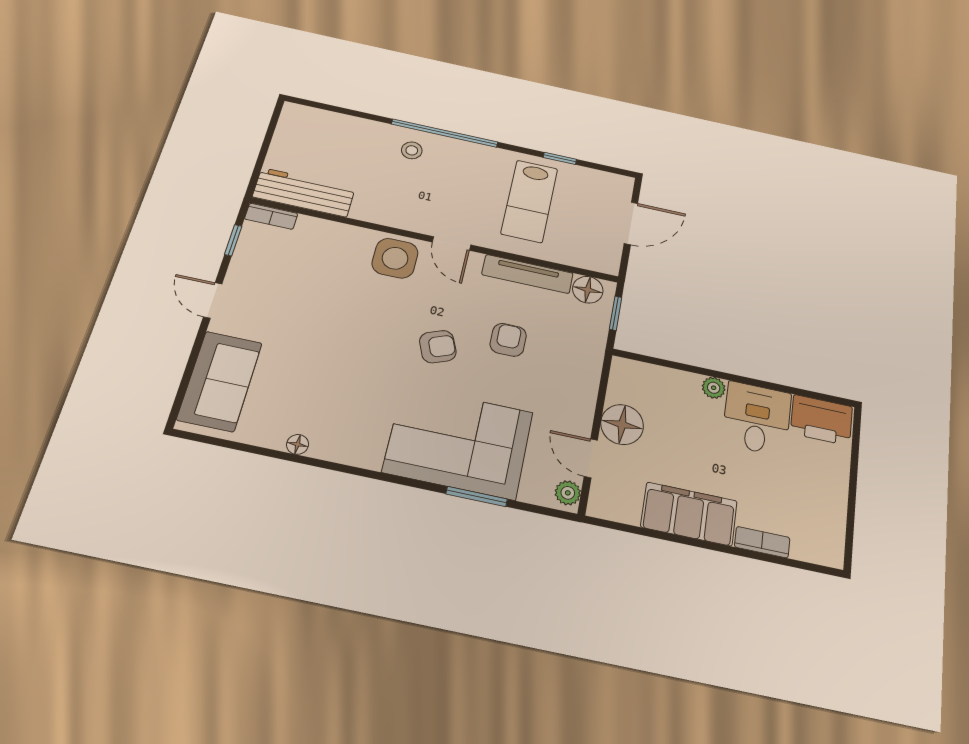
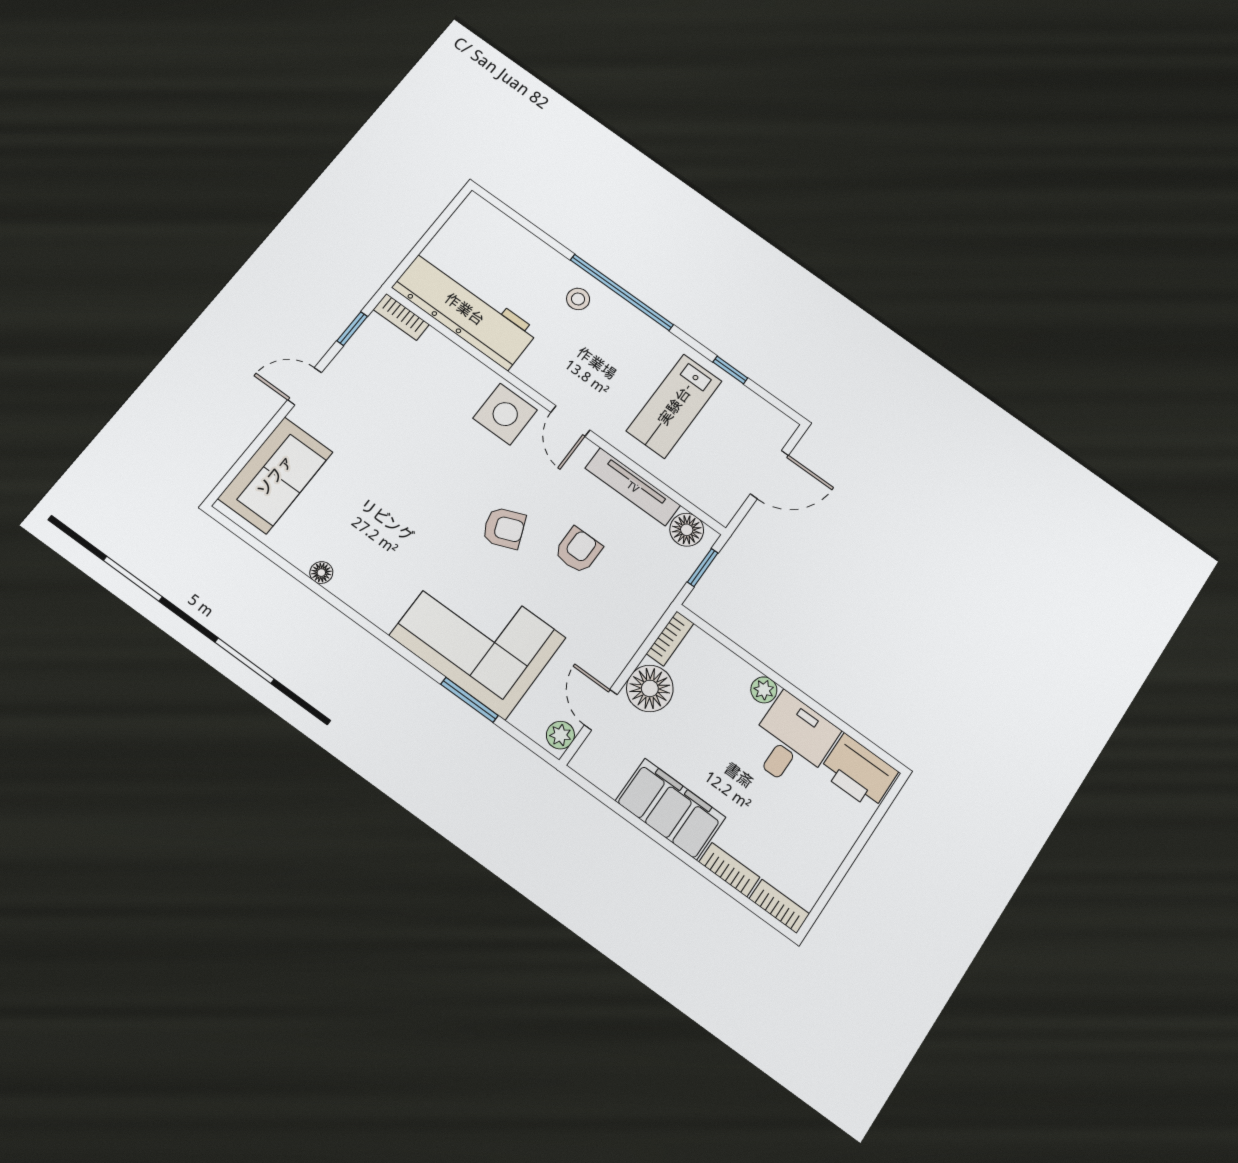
workbench: (304, 192) -> (465, 309), width x1.36, depth x1.32
door: (213, 300) -> (304, 386), hinge flipped
bookcase: (618, 379) -> (670, 639), added
bookcase: (818, 554) -> (779, 906), added

